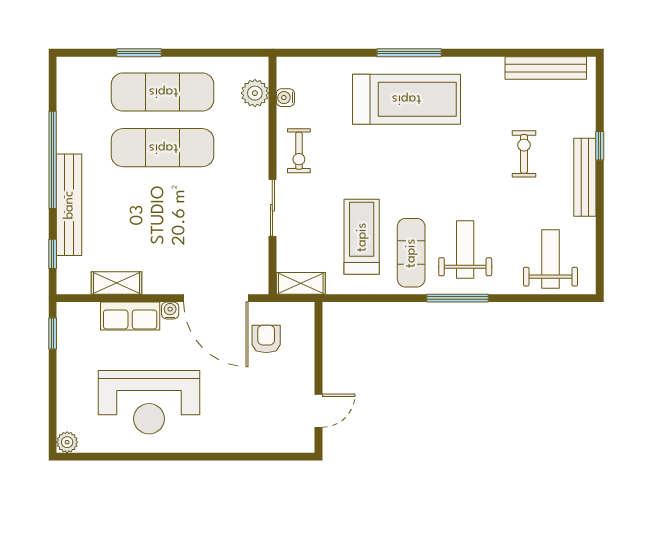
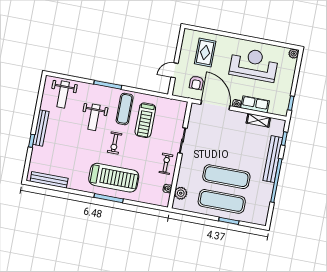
treadmill: (406, 99) -> (114, 178), turned 180
exercise bike: (524, 154) -> (115, 143), moved
weight bench: (465, 249) -> (94, 117), moved
shelving: (301, 283) -> (176, 105), removed
rug: (260, 408) -> (205, 52), added
door: (318, 411) -> (175, 70), moved

